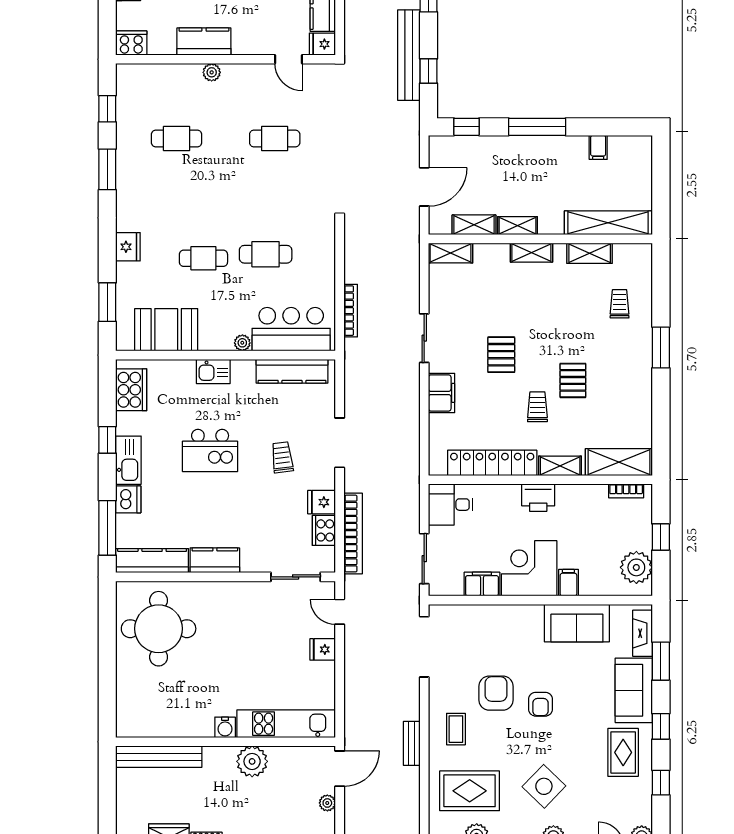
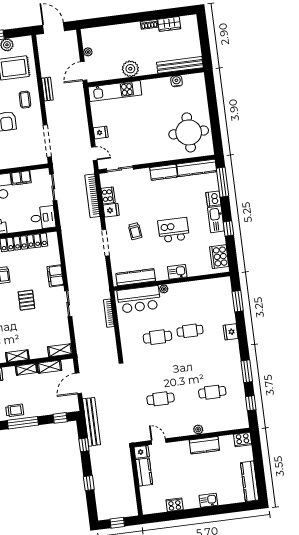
bench: (409, 55) -> (92, 422), moved
trolley: (550, 152) -> (15, 410), added
booth: (166, 330) -> (205, 291), removed
water cooler: (225, 727) -> (177, 81), moved

